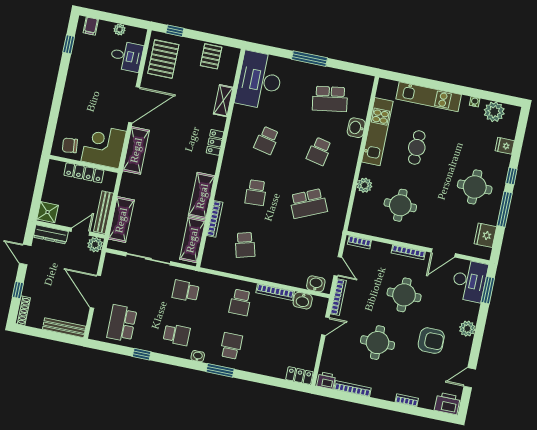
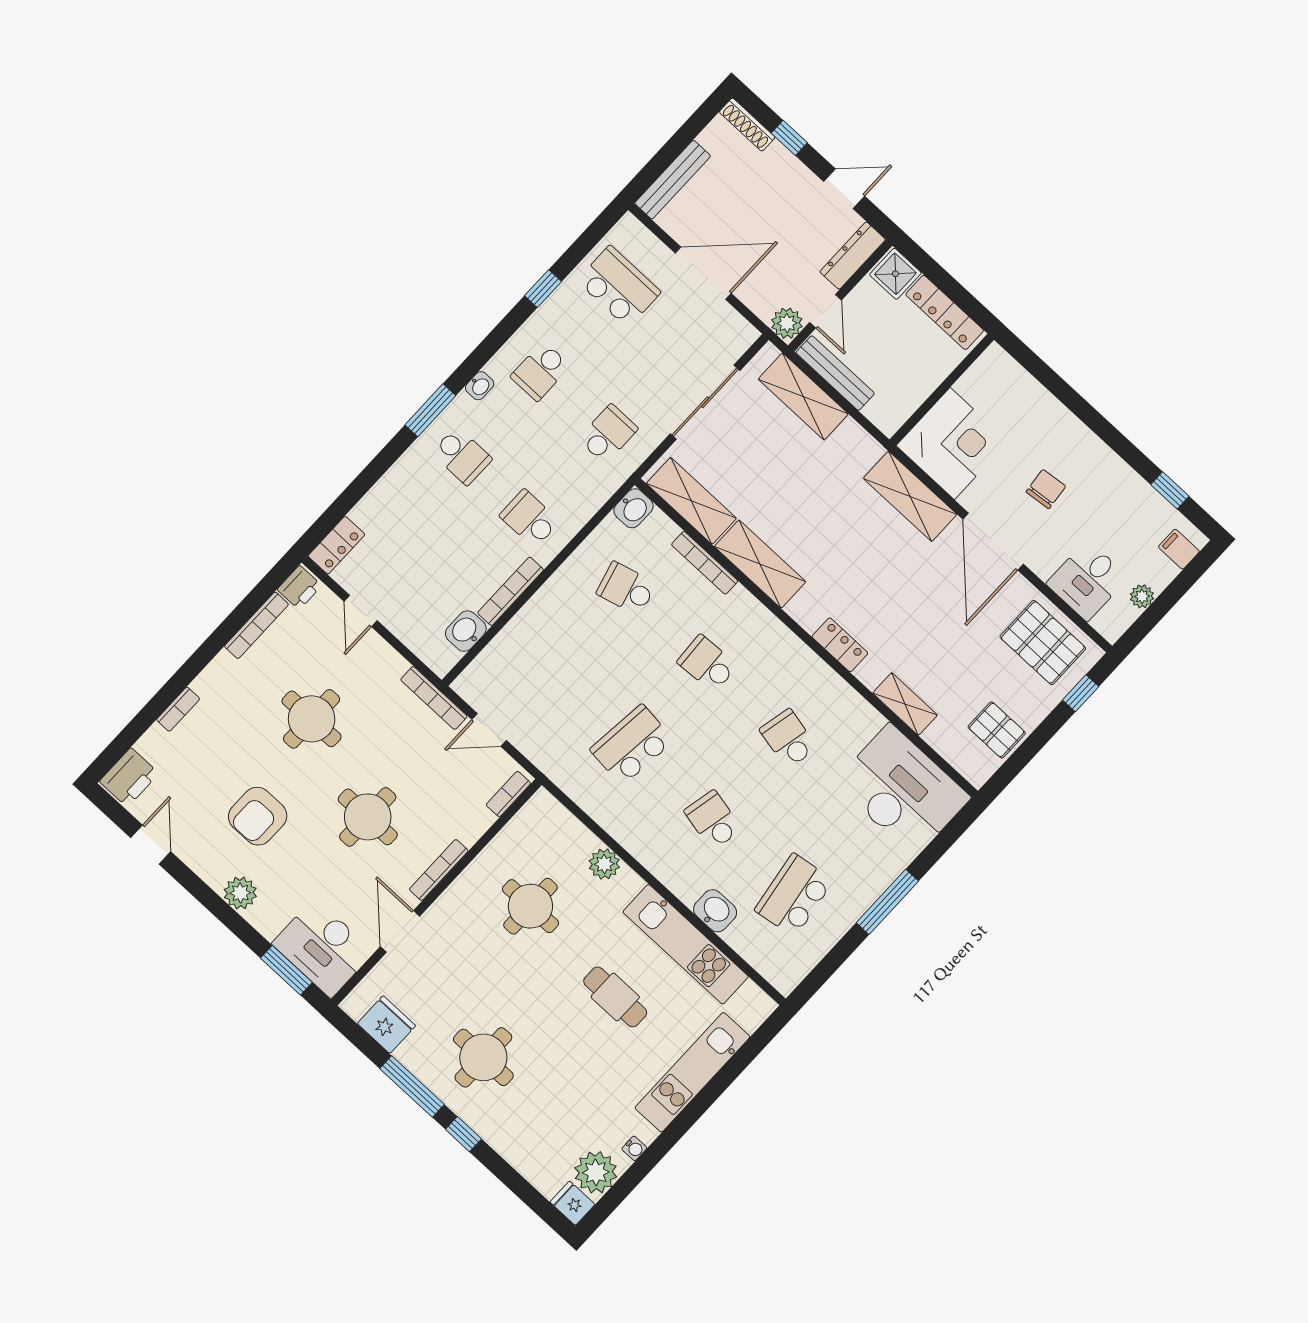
chair: (70, 145) -> (1046, 489), moved
fridge: (505, 146) -> (573, 1203), moved, turned -90
locker: (84, 173) -> (945, 312), moved, turned -90
school desk: (308, 203) -> (632, 745), turned 30
washbasin: (316, 284) -> (634, 508), moved
door: (325, 326) -> (361, 611), moved

